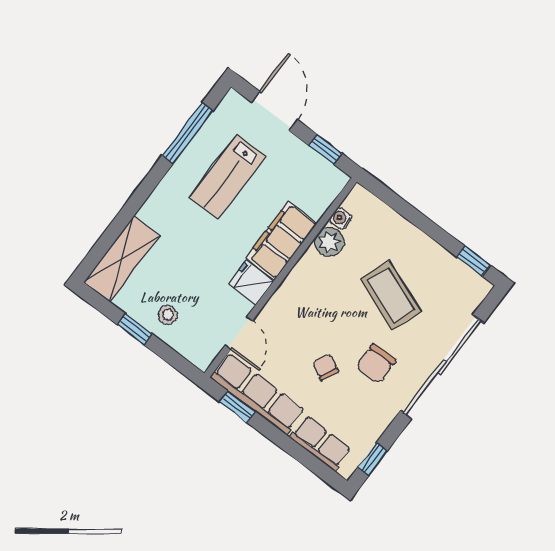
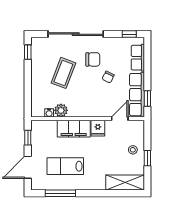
lab bench: (228, 177) -> (65, 166), turned 180

